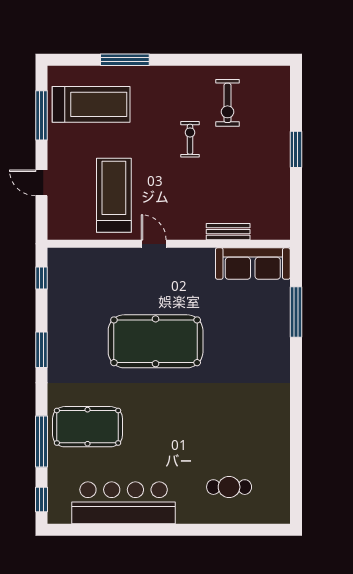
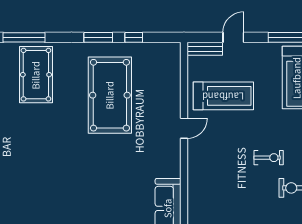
bench: (228, 232) -> (205, 49), moved, turned 90
window: (41, 278) -> (134, 37), moved
pool table: (156, 341) -> (110, 95), moved

